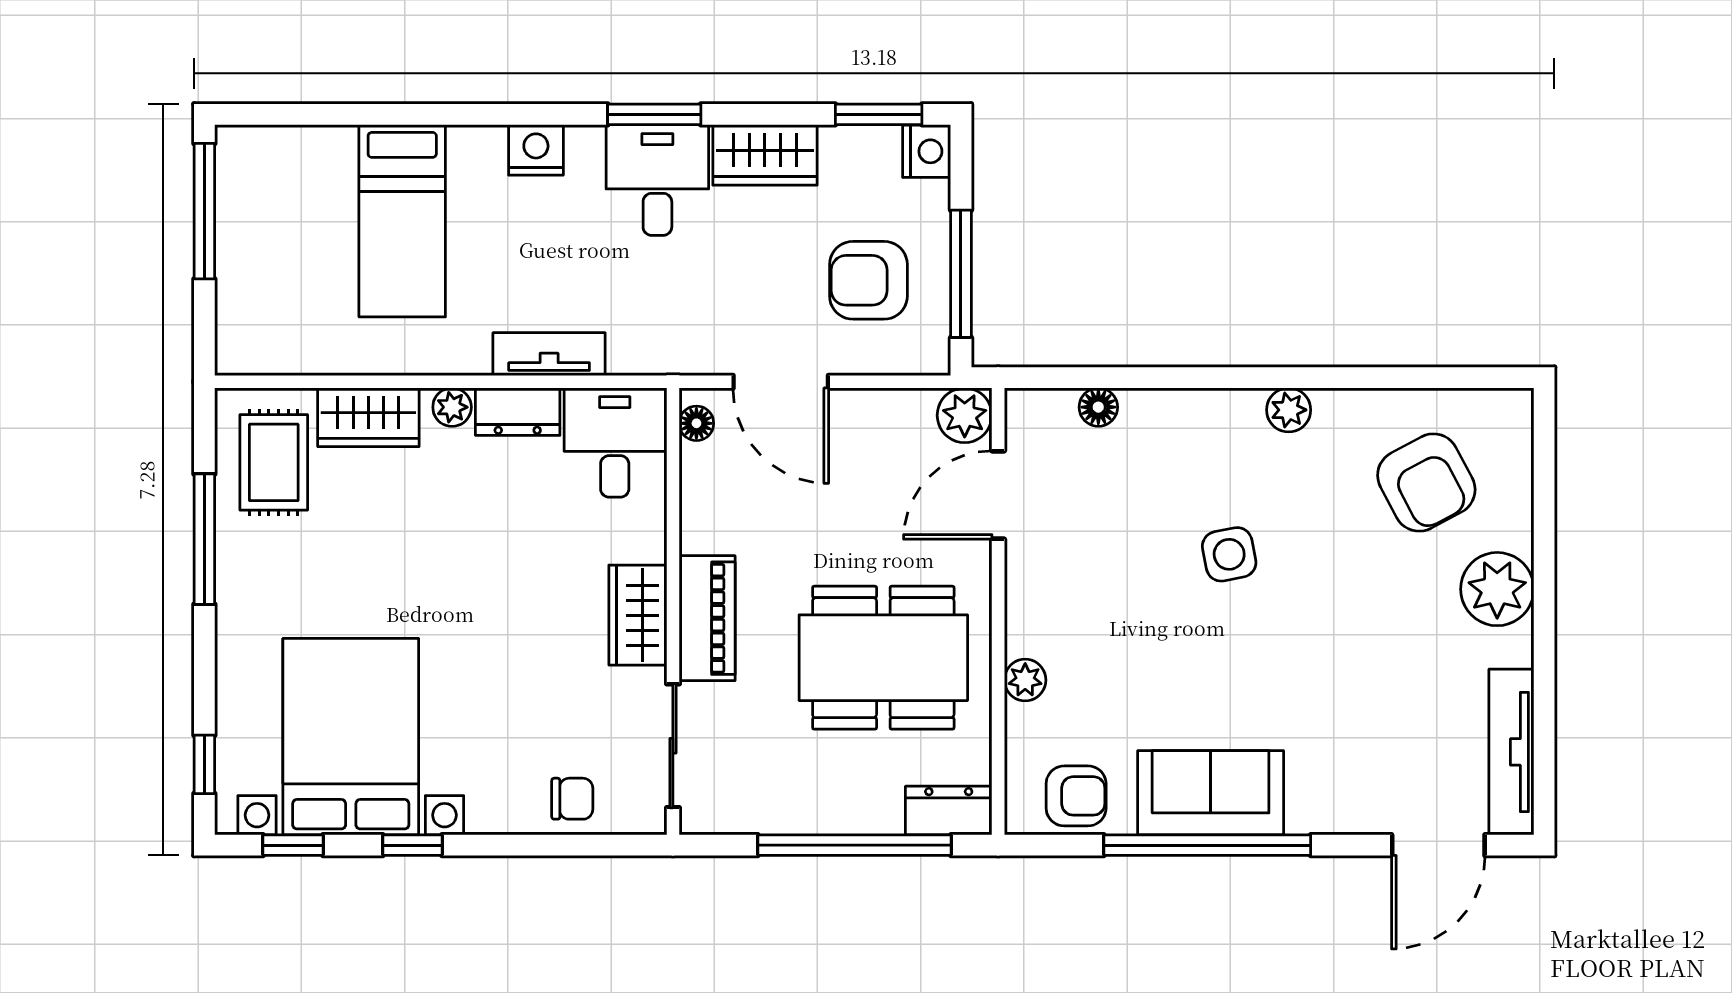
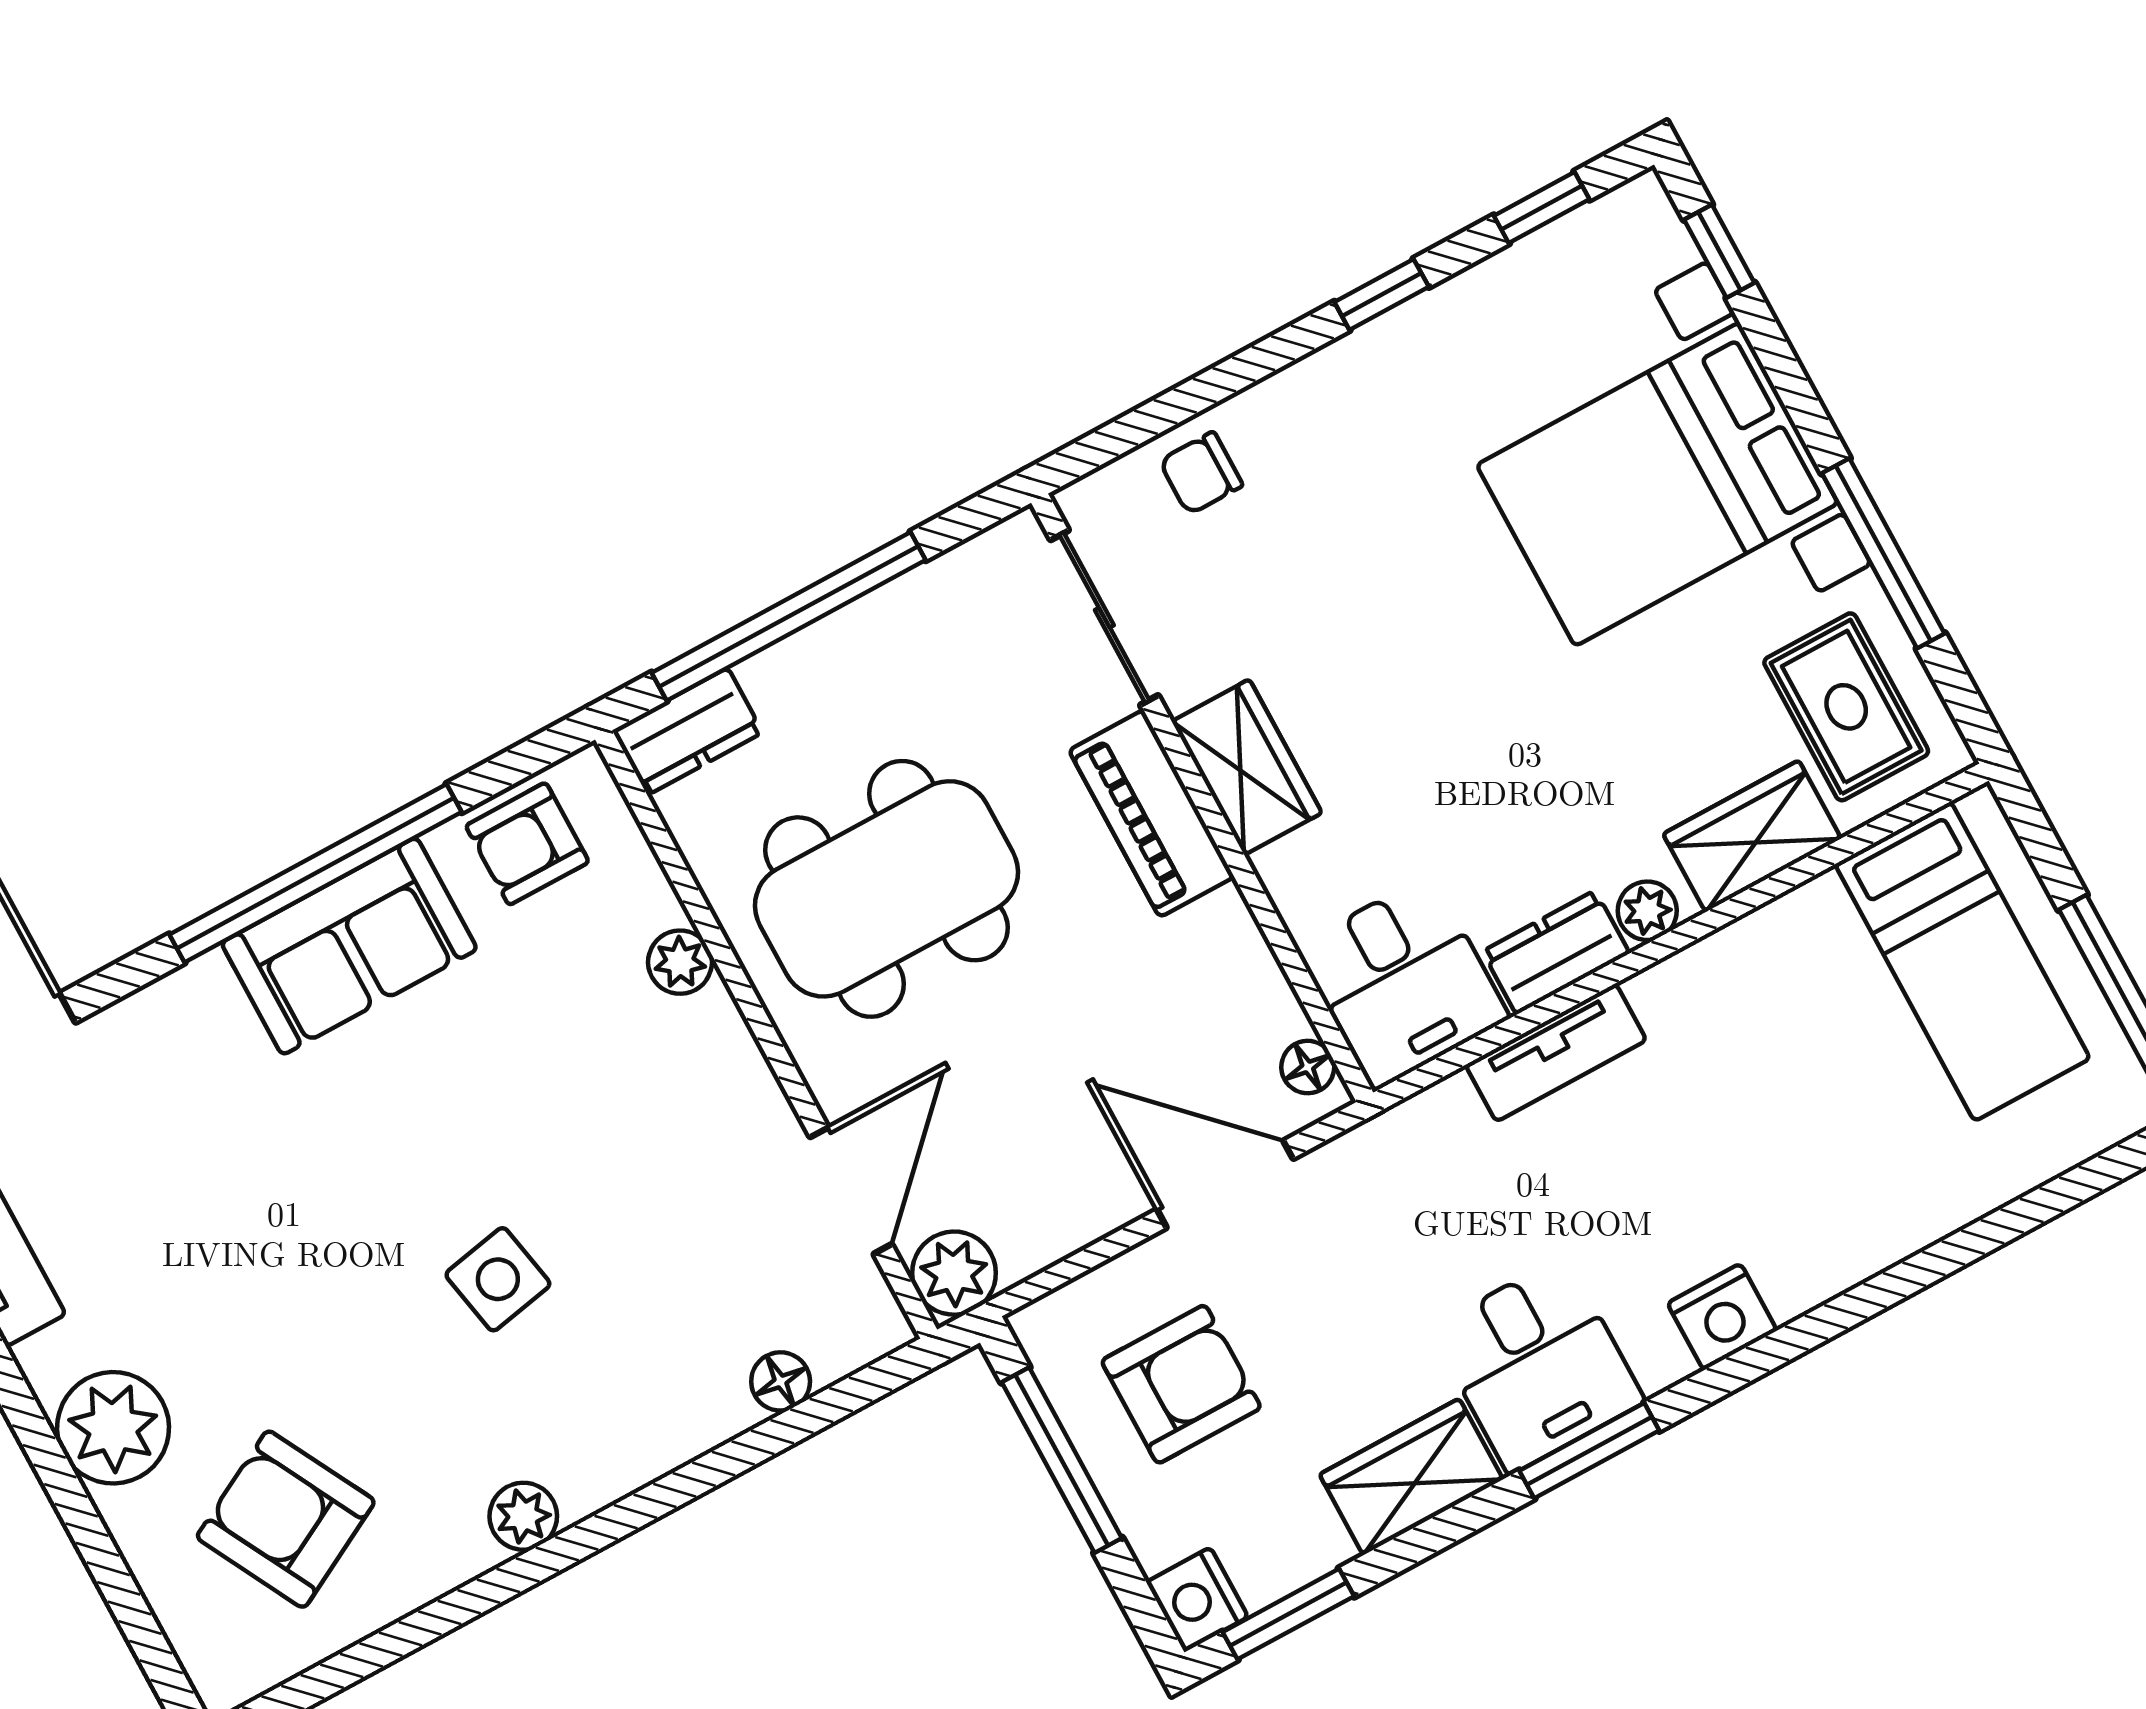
bed: (402, 221) -> (1962, 961), moved, turned 180
bed with nightstands: (351, 737) -> (1657, 484), moved, turned 90

